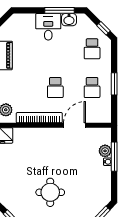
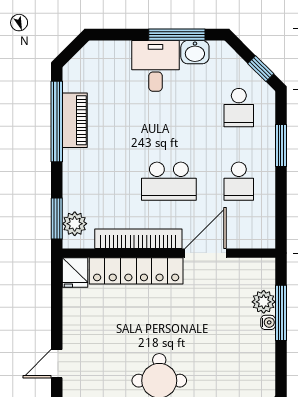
window: (114, 84) -> (281, 145), moved
school desk: (55, 87) -> (169, 181), width x1.85
locker: (38, 135) -> (136, 271), added

